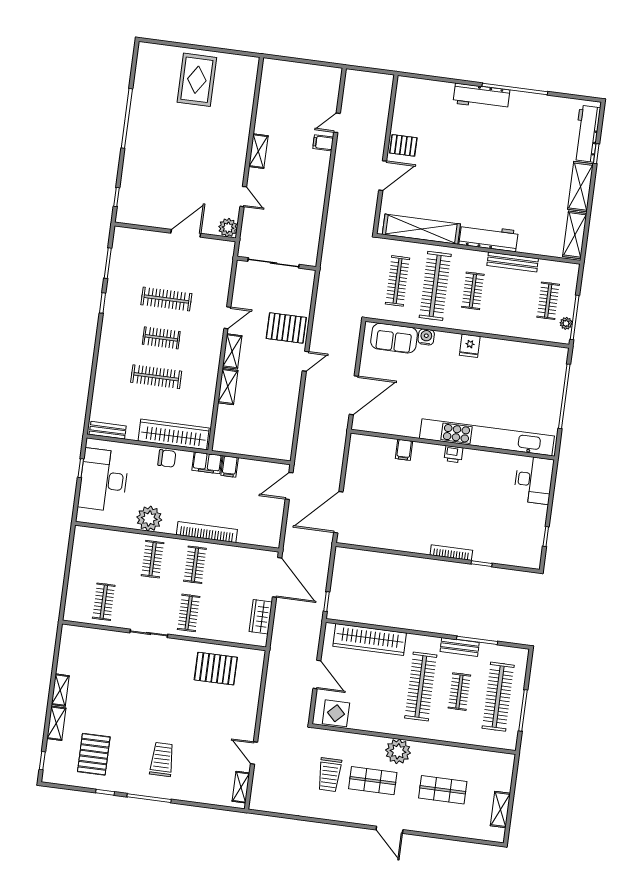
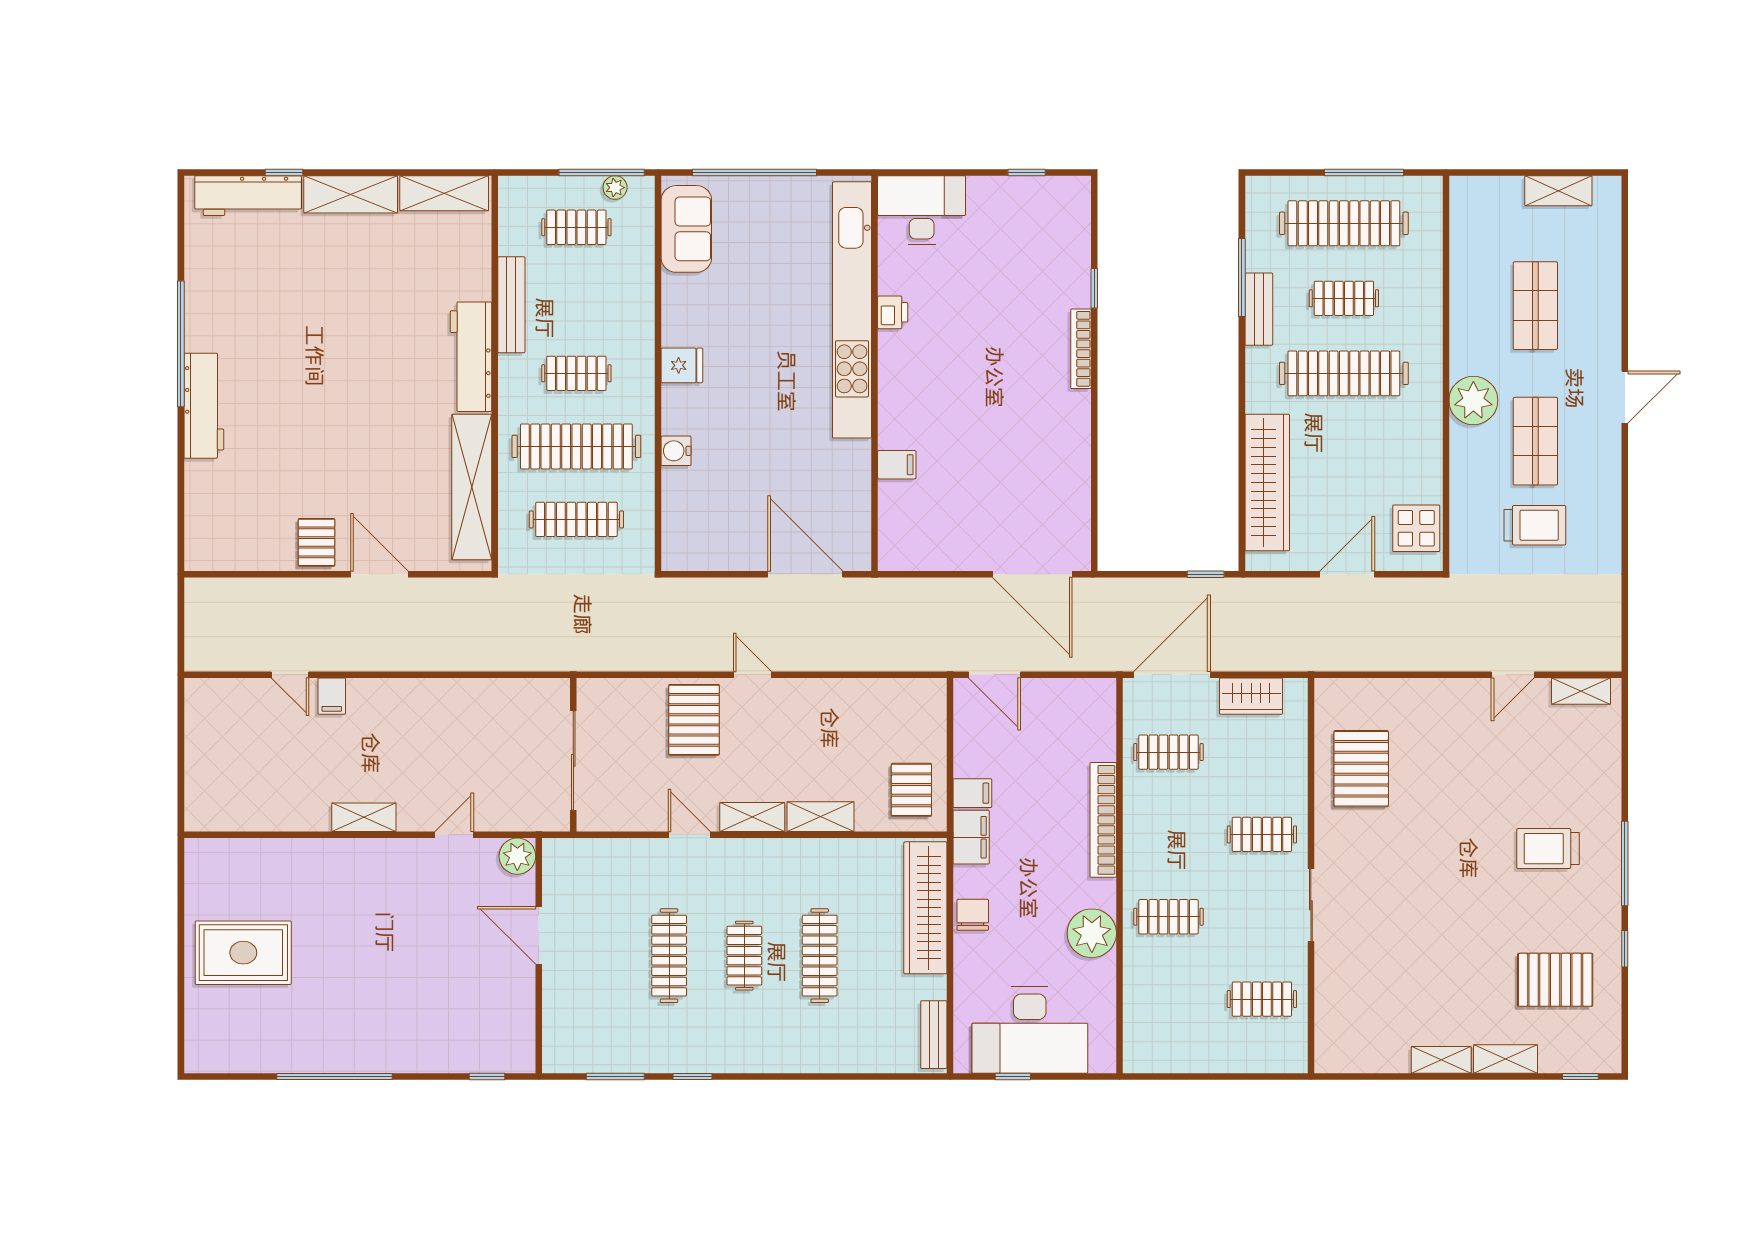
sofa: (394, 338) -> (686, 229), moved
pallet: (235, 435) -> (911, 790), added
printer: (453, 454) -> (893, 312), moved
clothes rail: (195, 565) -> (1168, 752), moved

